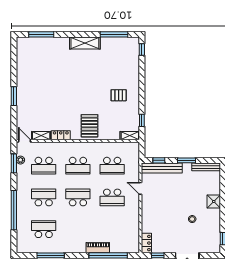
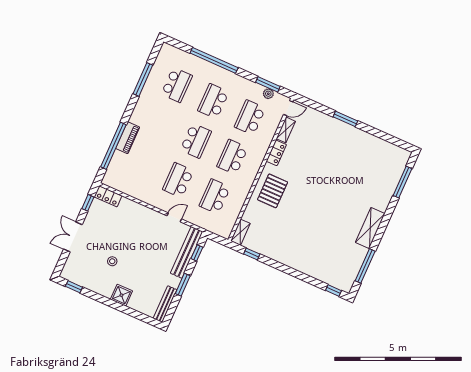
pallet: (119, 95) -> (293, 240), removed
pallet: (90, 126) -> (273, 191), turned 90
school desk: (44, 197) -> (213, 101), turned 180

